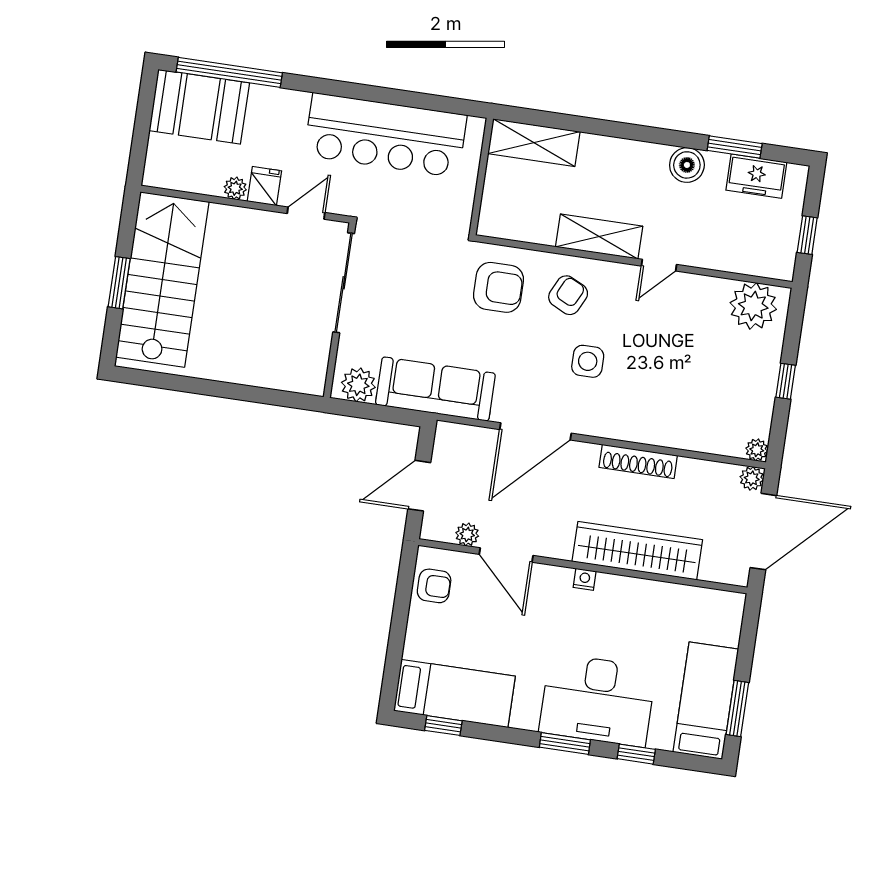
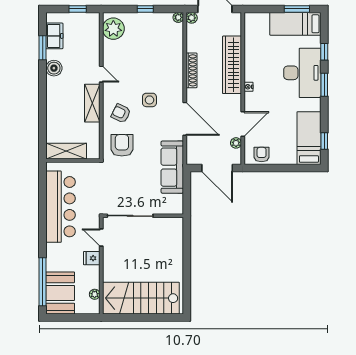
shelving: (534, 143) -> (66, 151), moved, turned 90
plant: (235, 188) -> (95, 294), moved
window: (119, 283) -> (145, 318), removed
plant: (358, 385) -> (175, 202), removed
door: (419, 486) -> (217, 168), width x1.36

